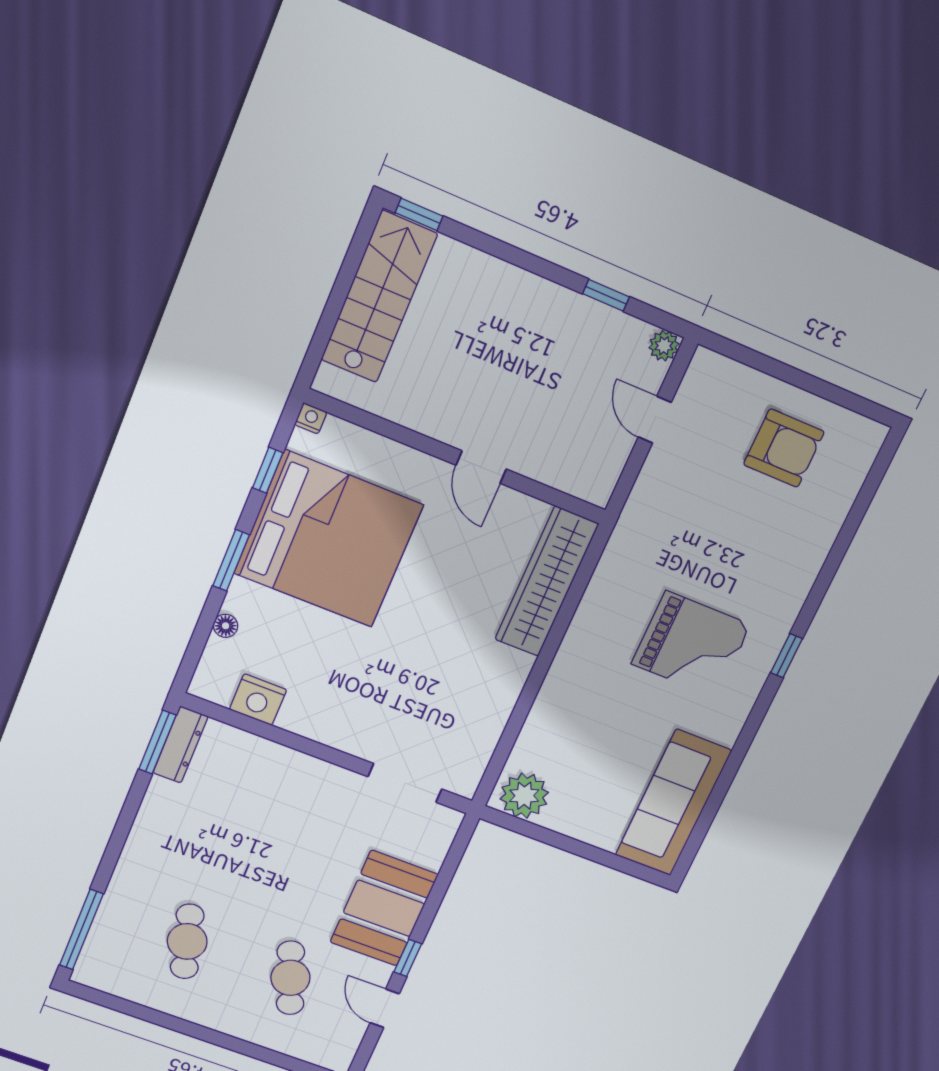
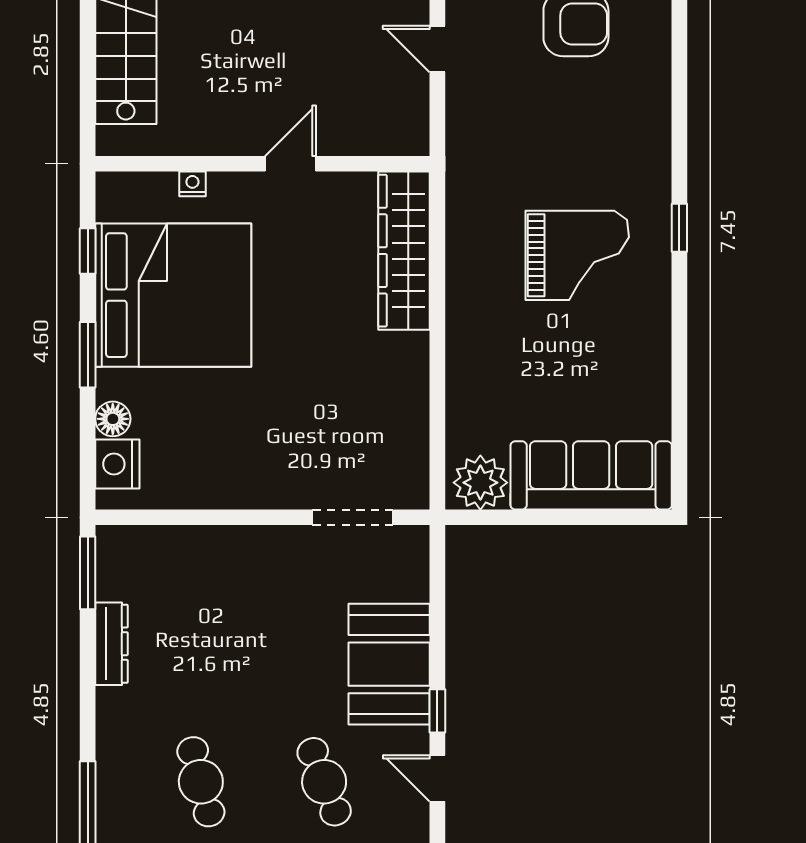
nightstand: (311, 418) -> (192, 184), moved
door: (481, 467) -> (290, 164), swing flipped
floor lamp: (226, 626) -> (113, 419), width x1.37, depth x1.37
nightstand: (258, 700) -> (117, 464), moved, turned 90
dresser: (180, 745) -> (112, 644), moved
sofa: (673, 803) -> (591, 475), moved, turned 90

